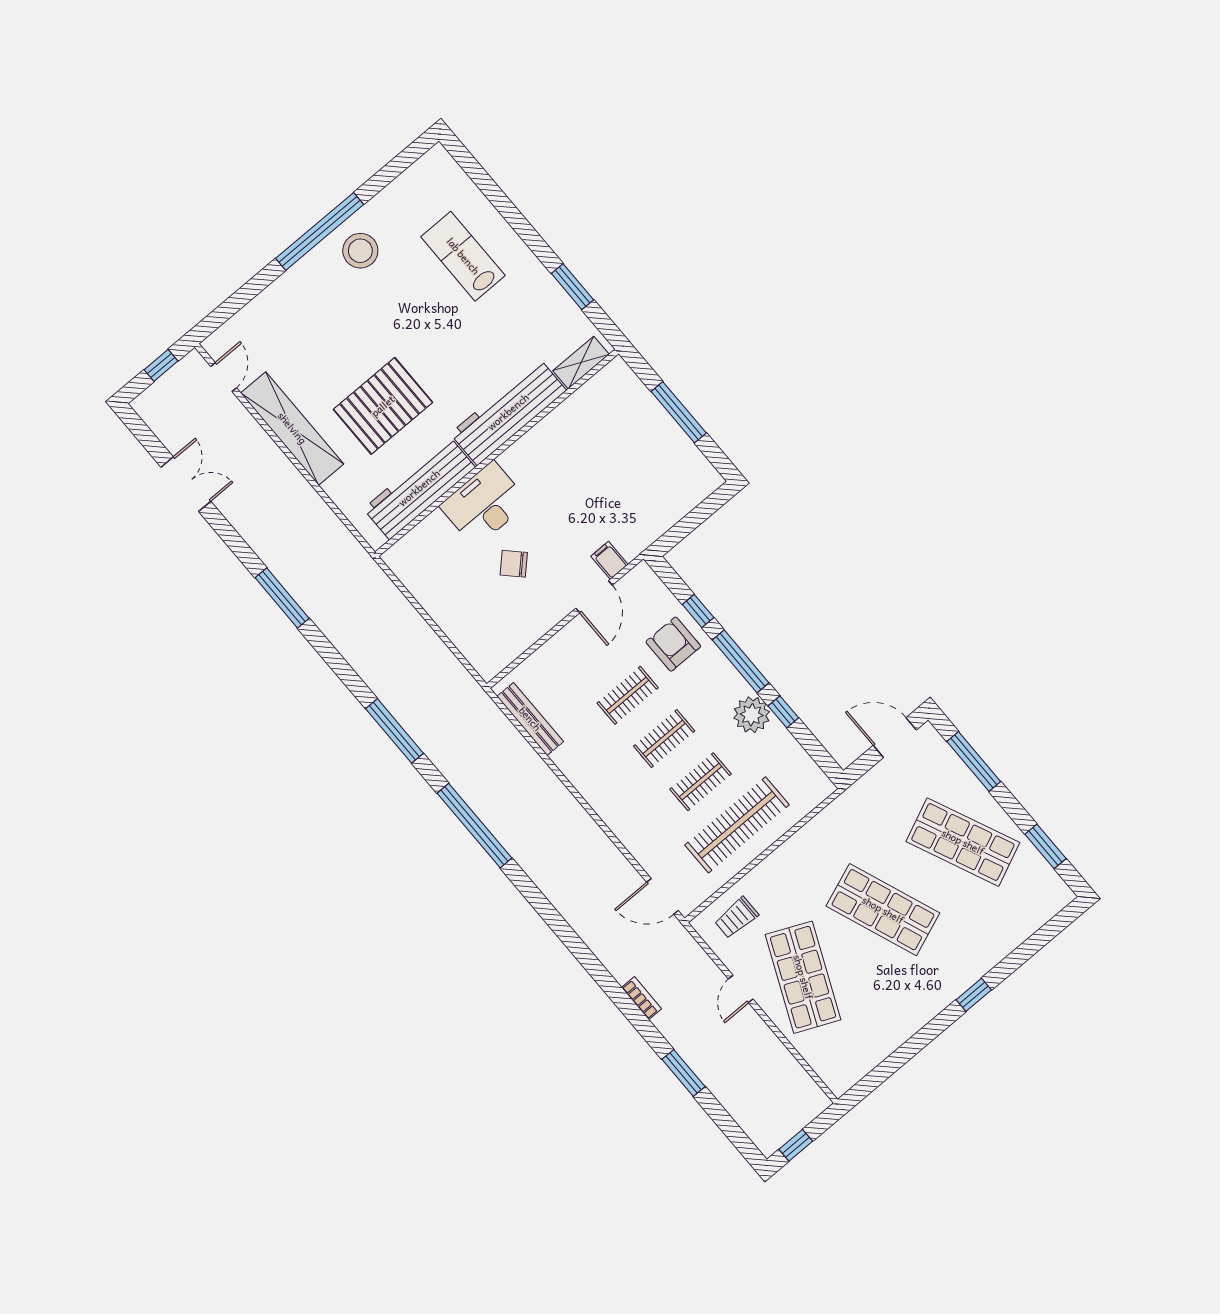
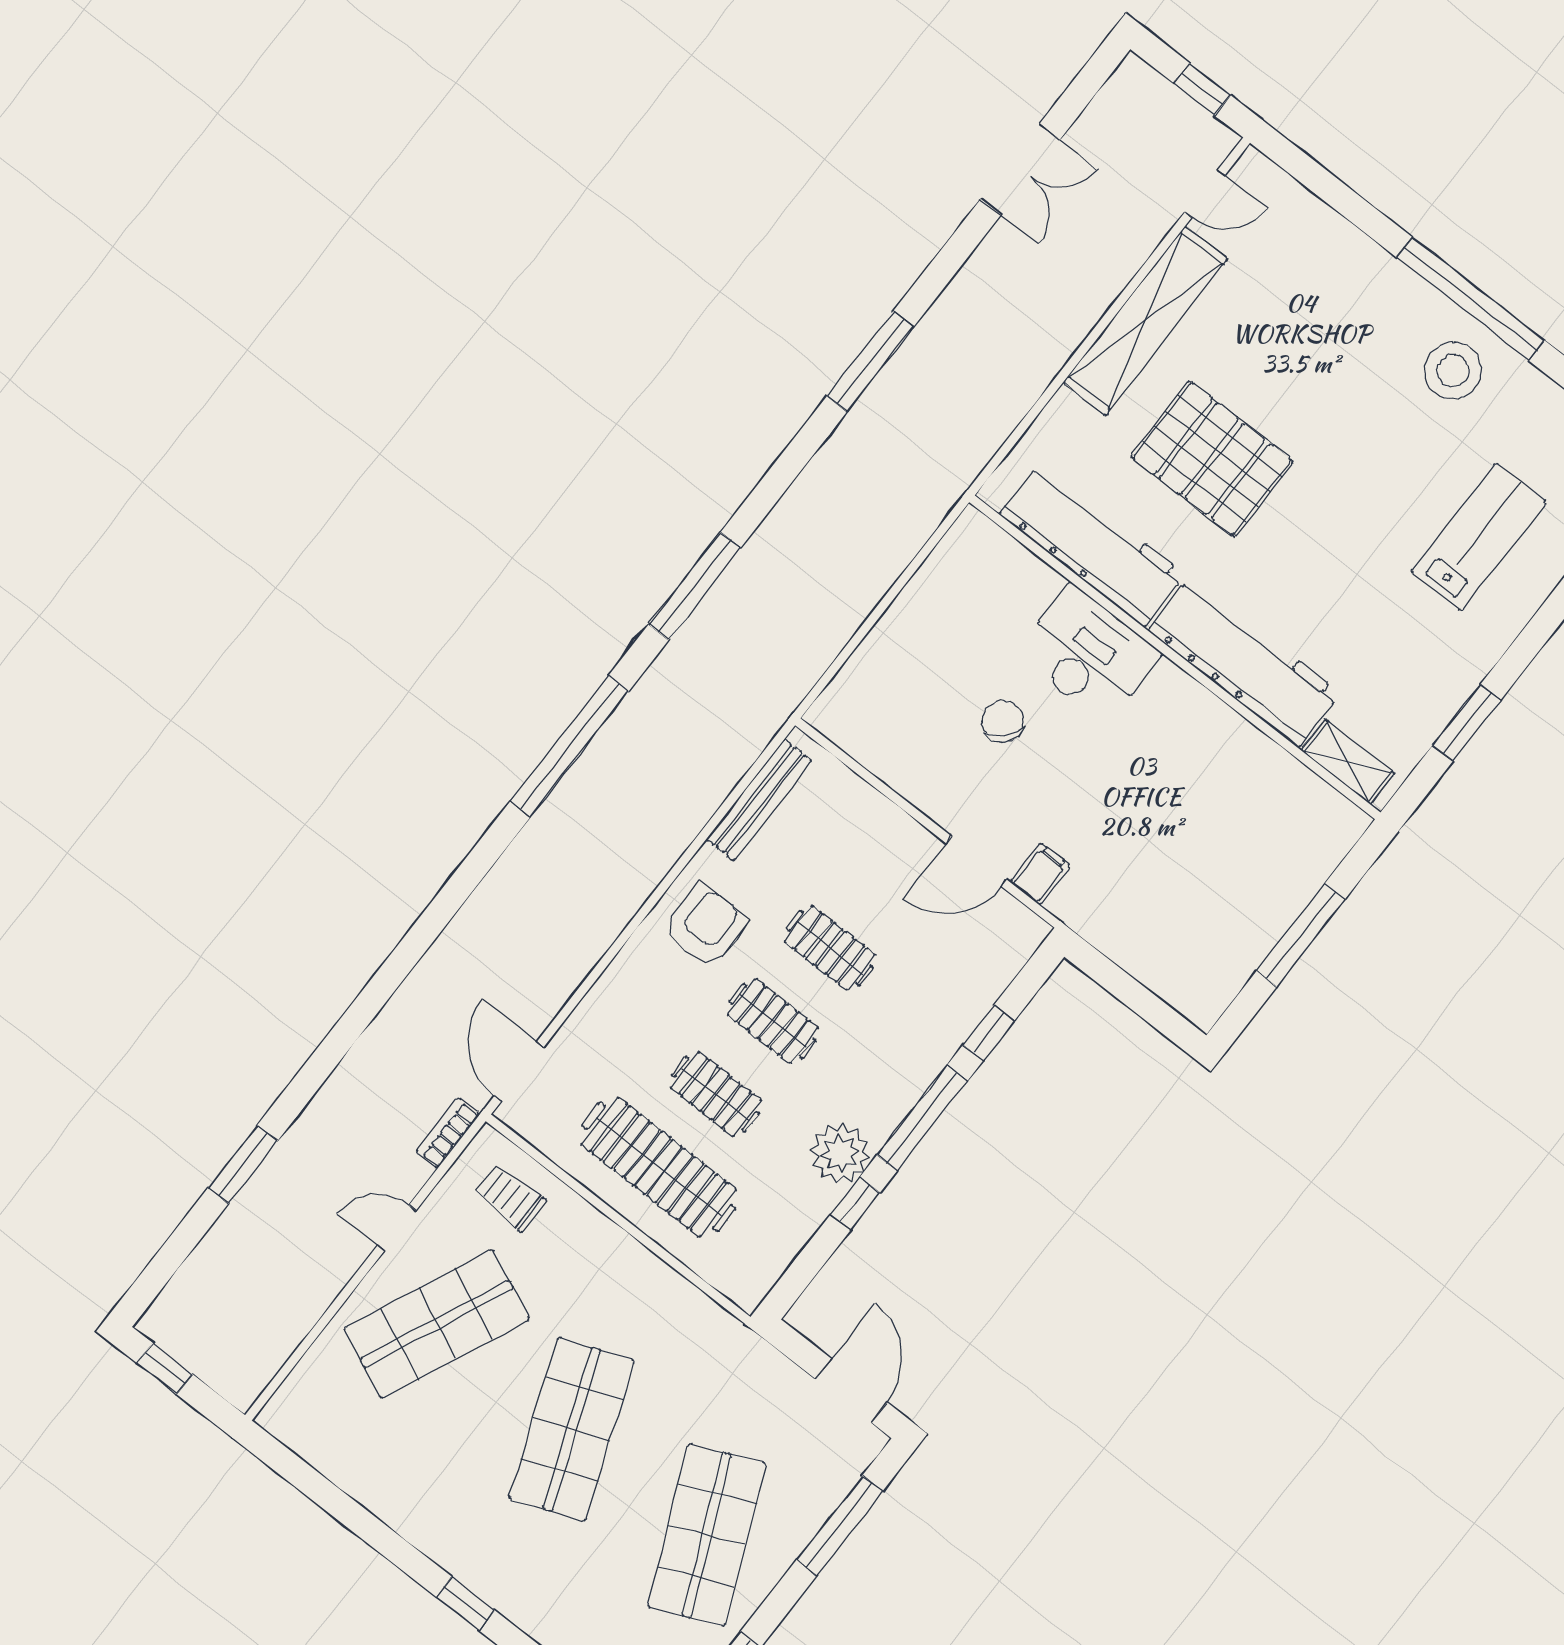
armchair: (673, 644) -> (705, 926), moved
bookcase: (641, 998) -> (448, 1133), moved, turned 180

